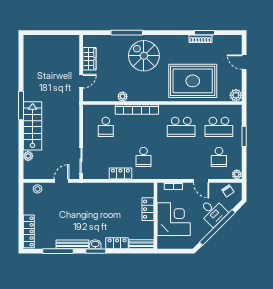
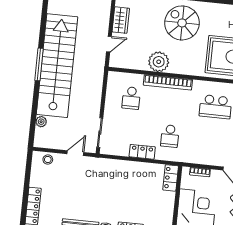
plant: (123, 96) -> (159, 62), width x1.87, depth x1.87
stairs: (33, 126) -> (57, 66), width x1.86, depth x1.51
locker: (148, 209) -> (171, 178), moved

